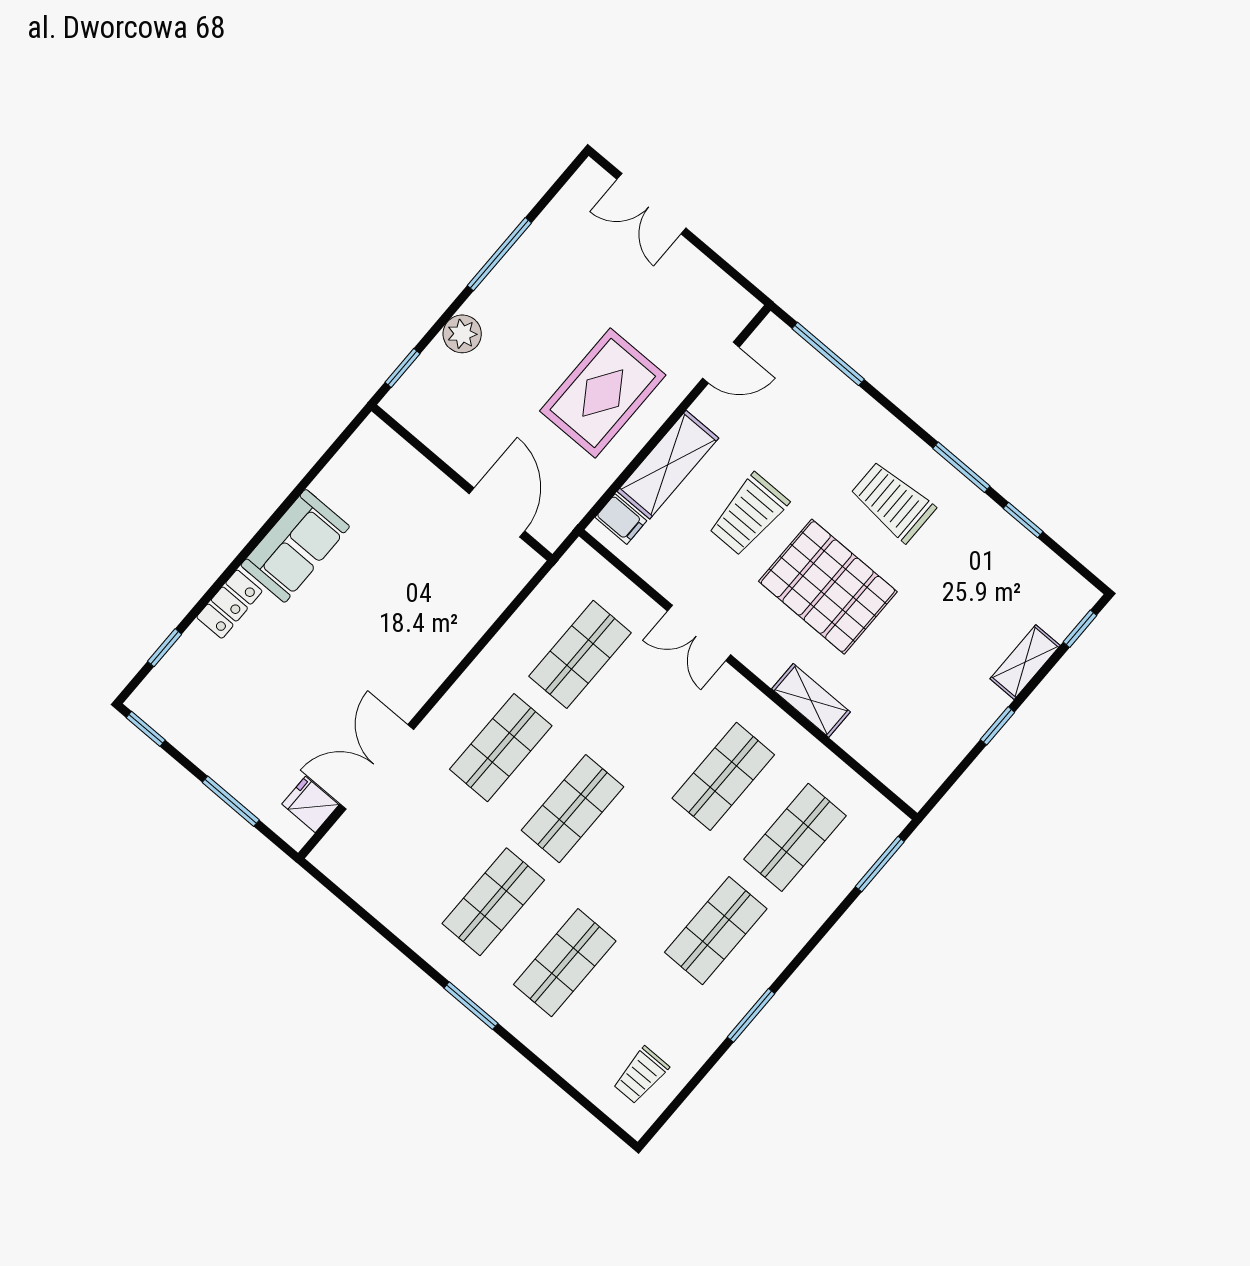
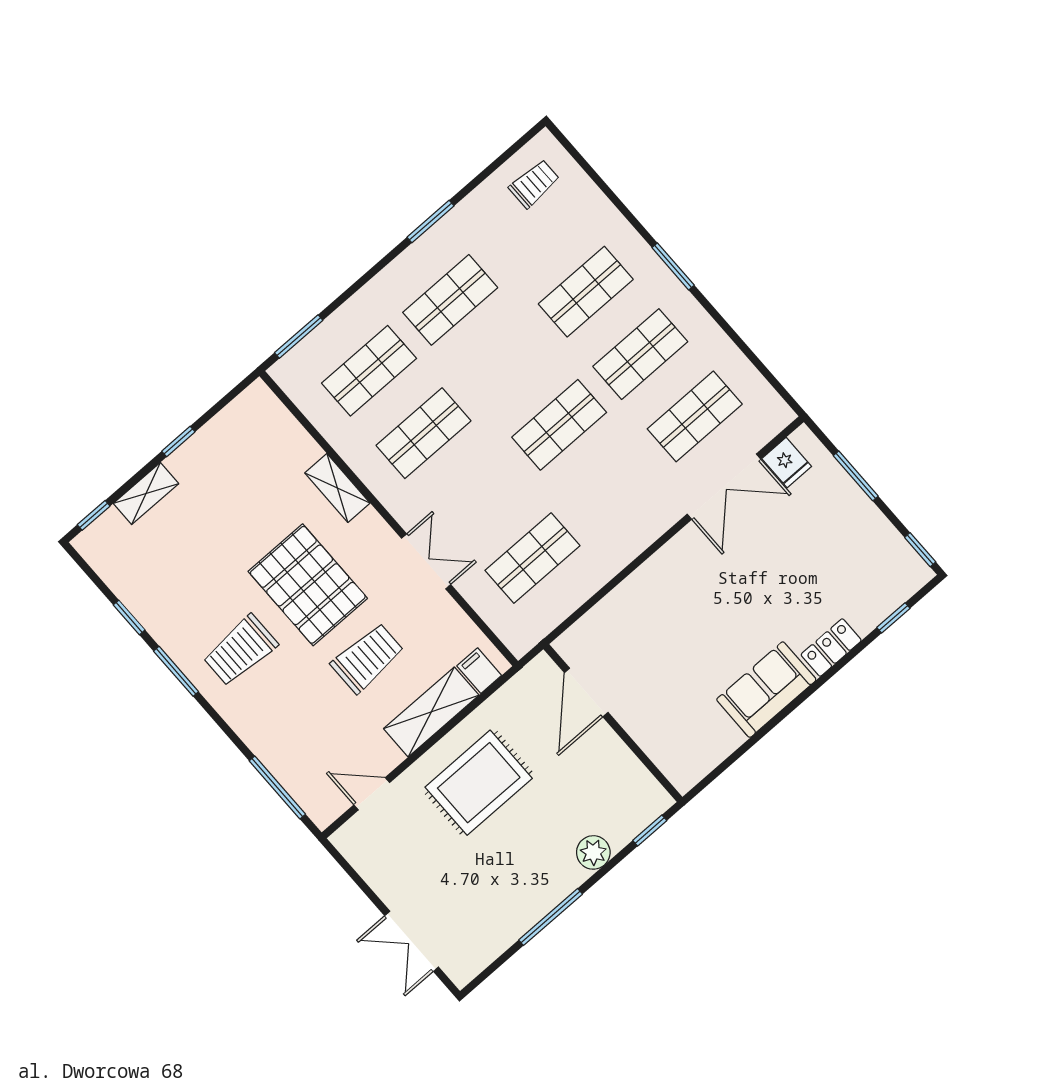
double door: (651, 204) -> (412, 941), swing flipped
trolley: (893, 502) -> (240, 650), turned 90
shop shelf: (501, 748) -> (695, 416), moved

